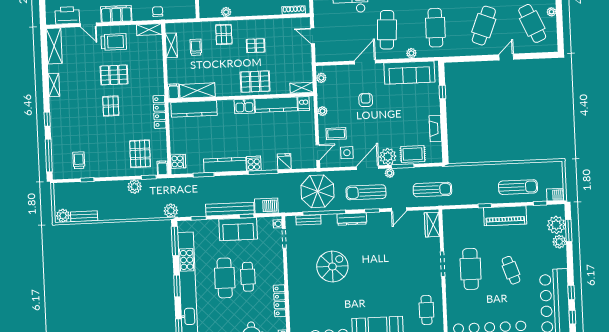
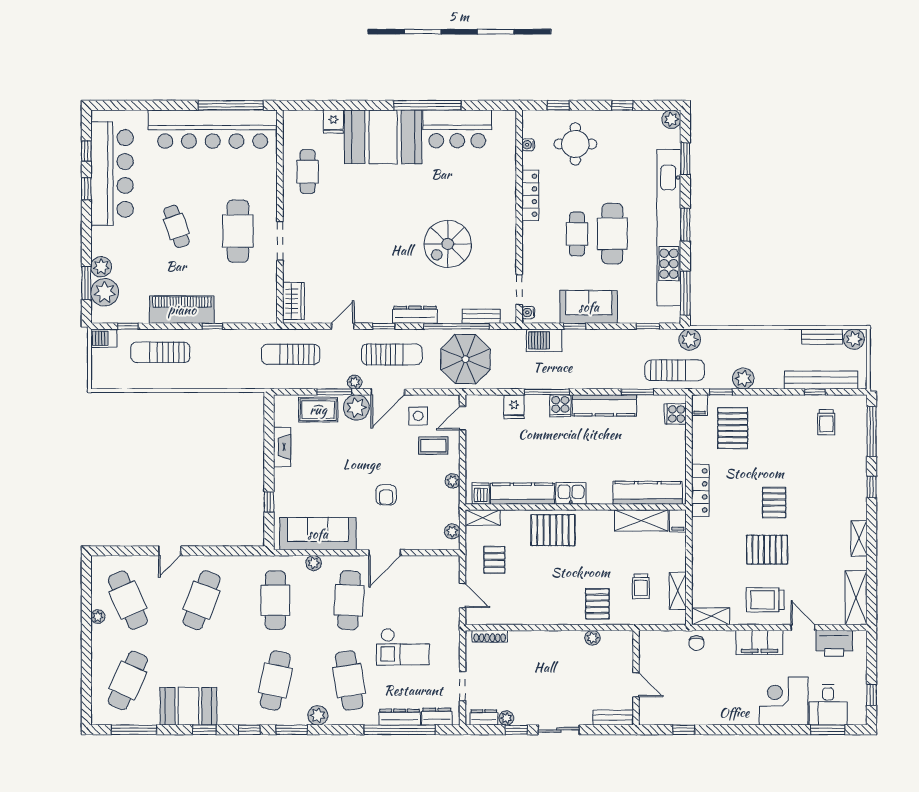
pallet: (256, 46) -> (494, 560), moved, turned 90
sun lounger: (180, 190) -> (675, 370), added
bench: (230, 209) -> (821, 380), moved

